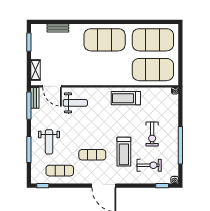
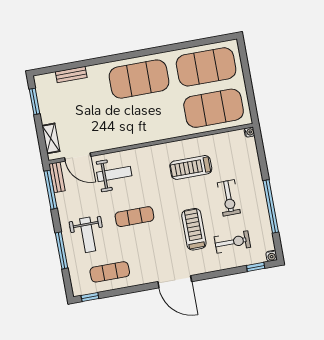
treadmill: (126, 98) -> (191, 167), moved
treadmill: (124, 152) -> (194, 229), turned 180
exercise mat: (92, 155) -> (134, 217), moved

